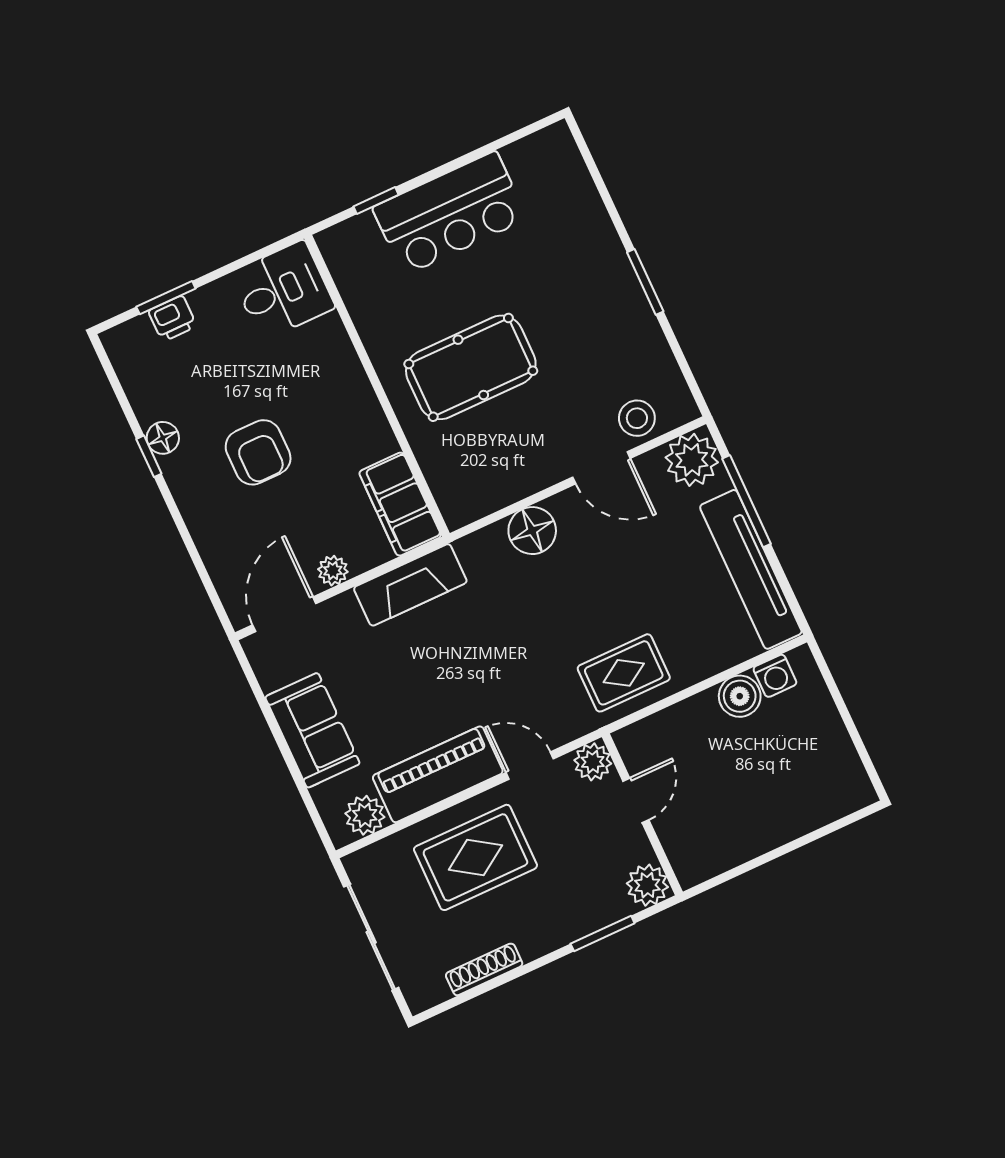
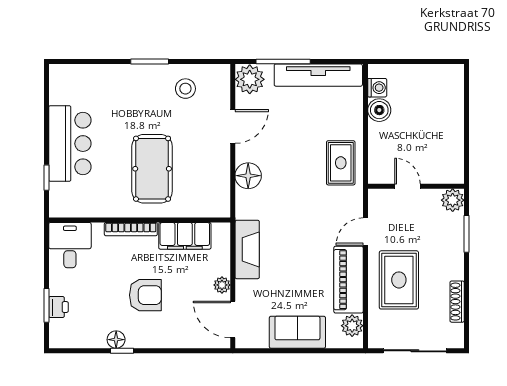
bookcase: (355, 378) -> (131, 229), added
stool: (637, 418) -> (185, 89), moved
filing cabinet: (400, 504) -> (185, 236), moved
plant: (593, 762) -> (378, 199), removed

